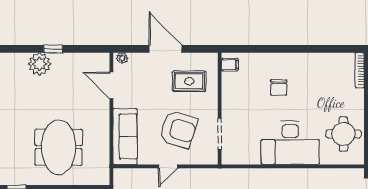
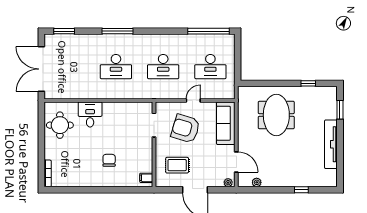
window: (53, 49) -> (301, 190), moved
plant: (40, 64) -> (257, 182), moved, width x0.53, depth x0.53
desk: (290, 143) -> (90, 114), width x0.53, depth x0.77

